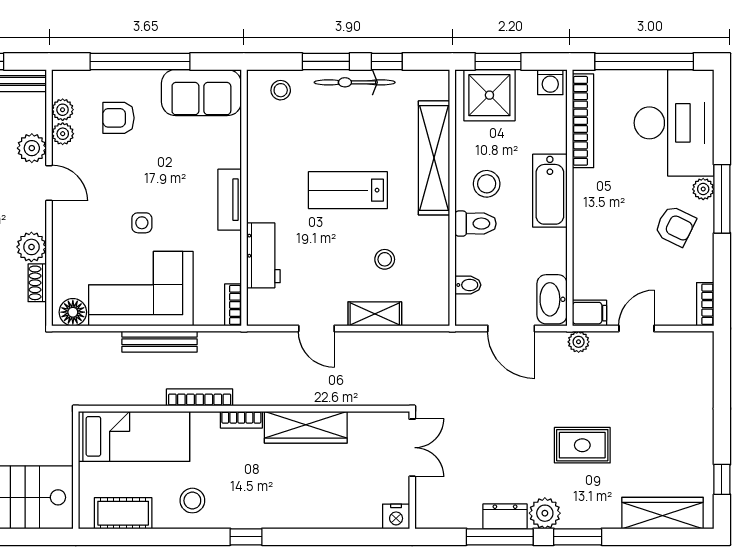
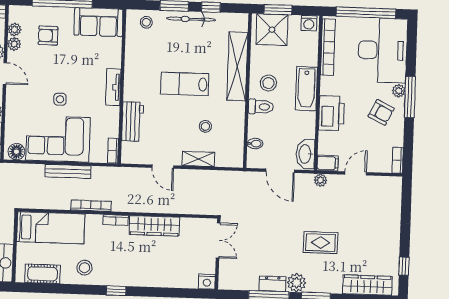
printer: (593, 230) -> (331, 113), added

